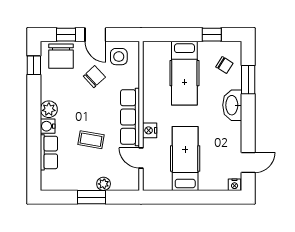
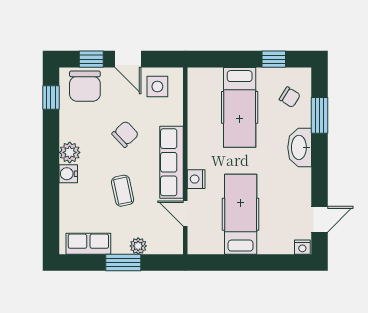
chair: (94, 77) -> (125, 134), moved
coffee table: (91, 140) -> (123, 191), turned 68
row of seats: (49, 152) -> (88, 244), moved, turned -90

